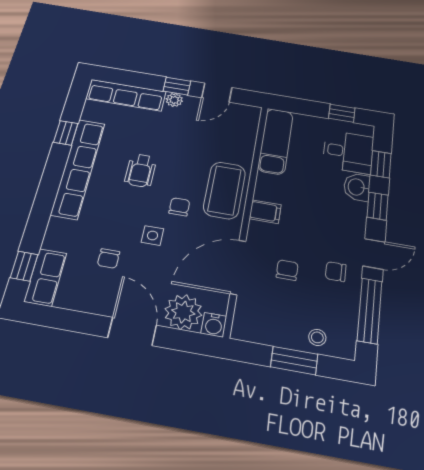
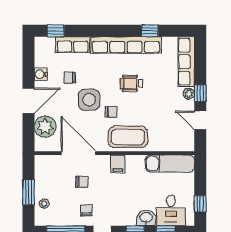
side table: (153, 235) -> (89, 100), width x1.87, depth x1.87
row of seats: (45, 277) -> (73, 45), moved
water cooler: (214, 325) -> (41, 74), moved

